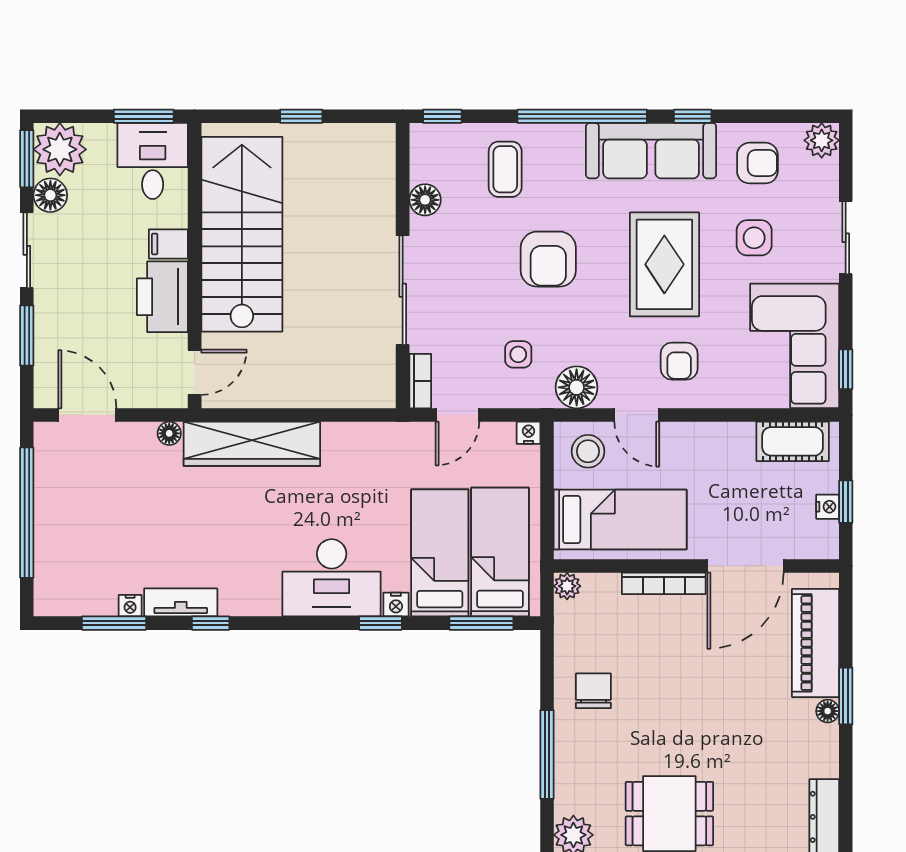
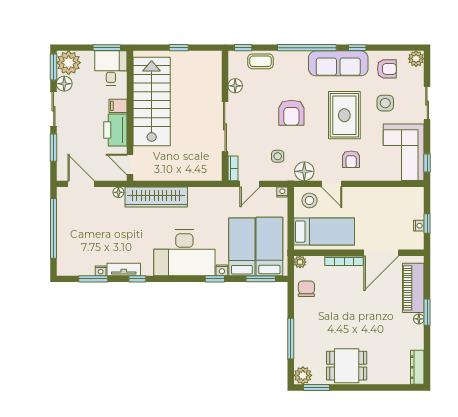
coffee table: (505, 169) -> (261, 61), moved, turned 90
door: (195, 372) -> (130, 164), swing flipped
cot: (793, 441) -> (403, 196), removed
desk: (332, 578) -> (184, 253), width x1.36, depth x1.30
chair: (593, 691) -> (306, 289), moved

